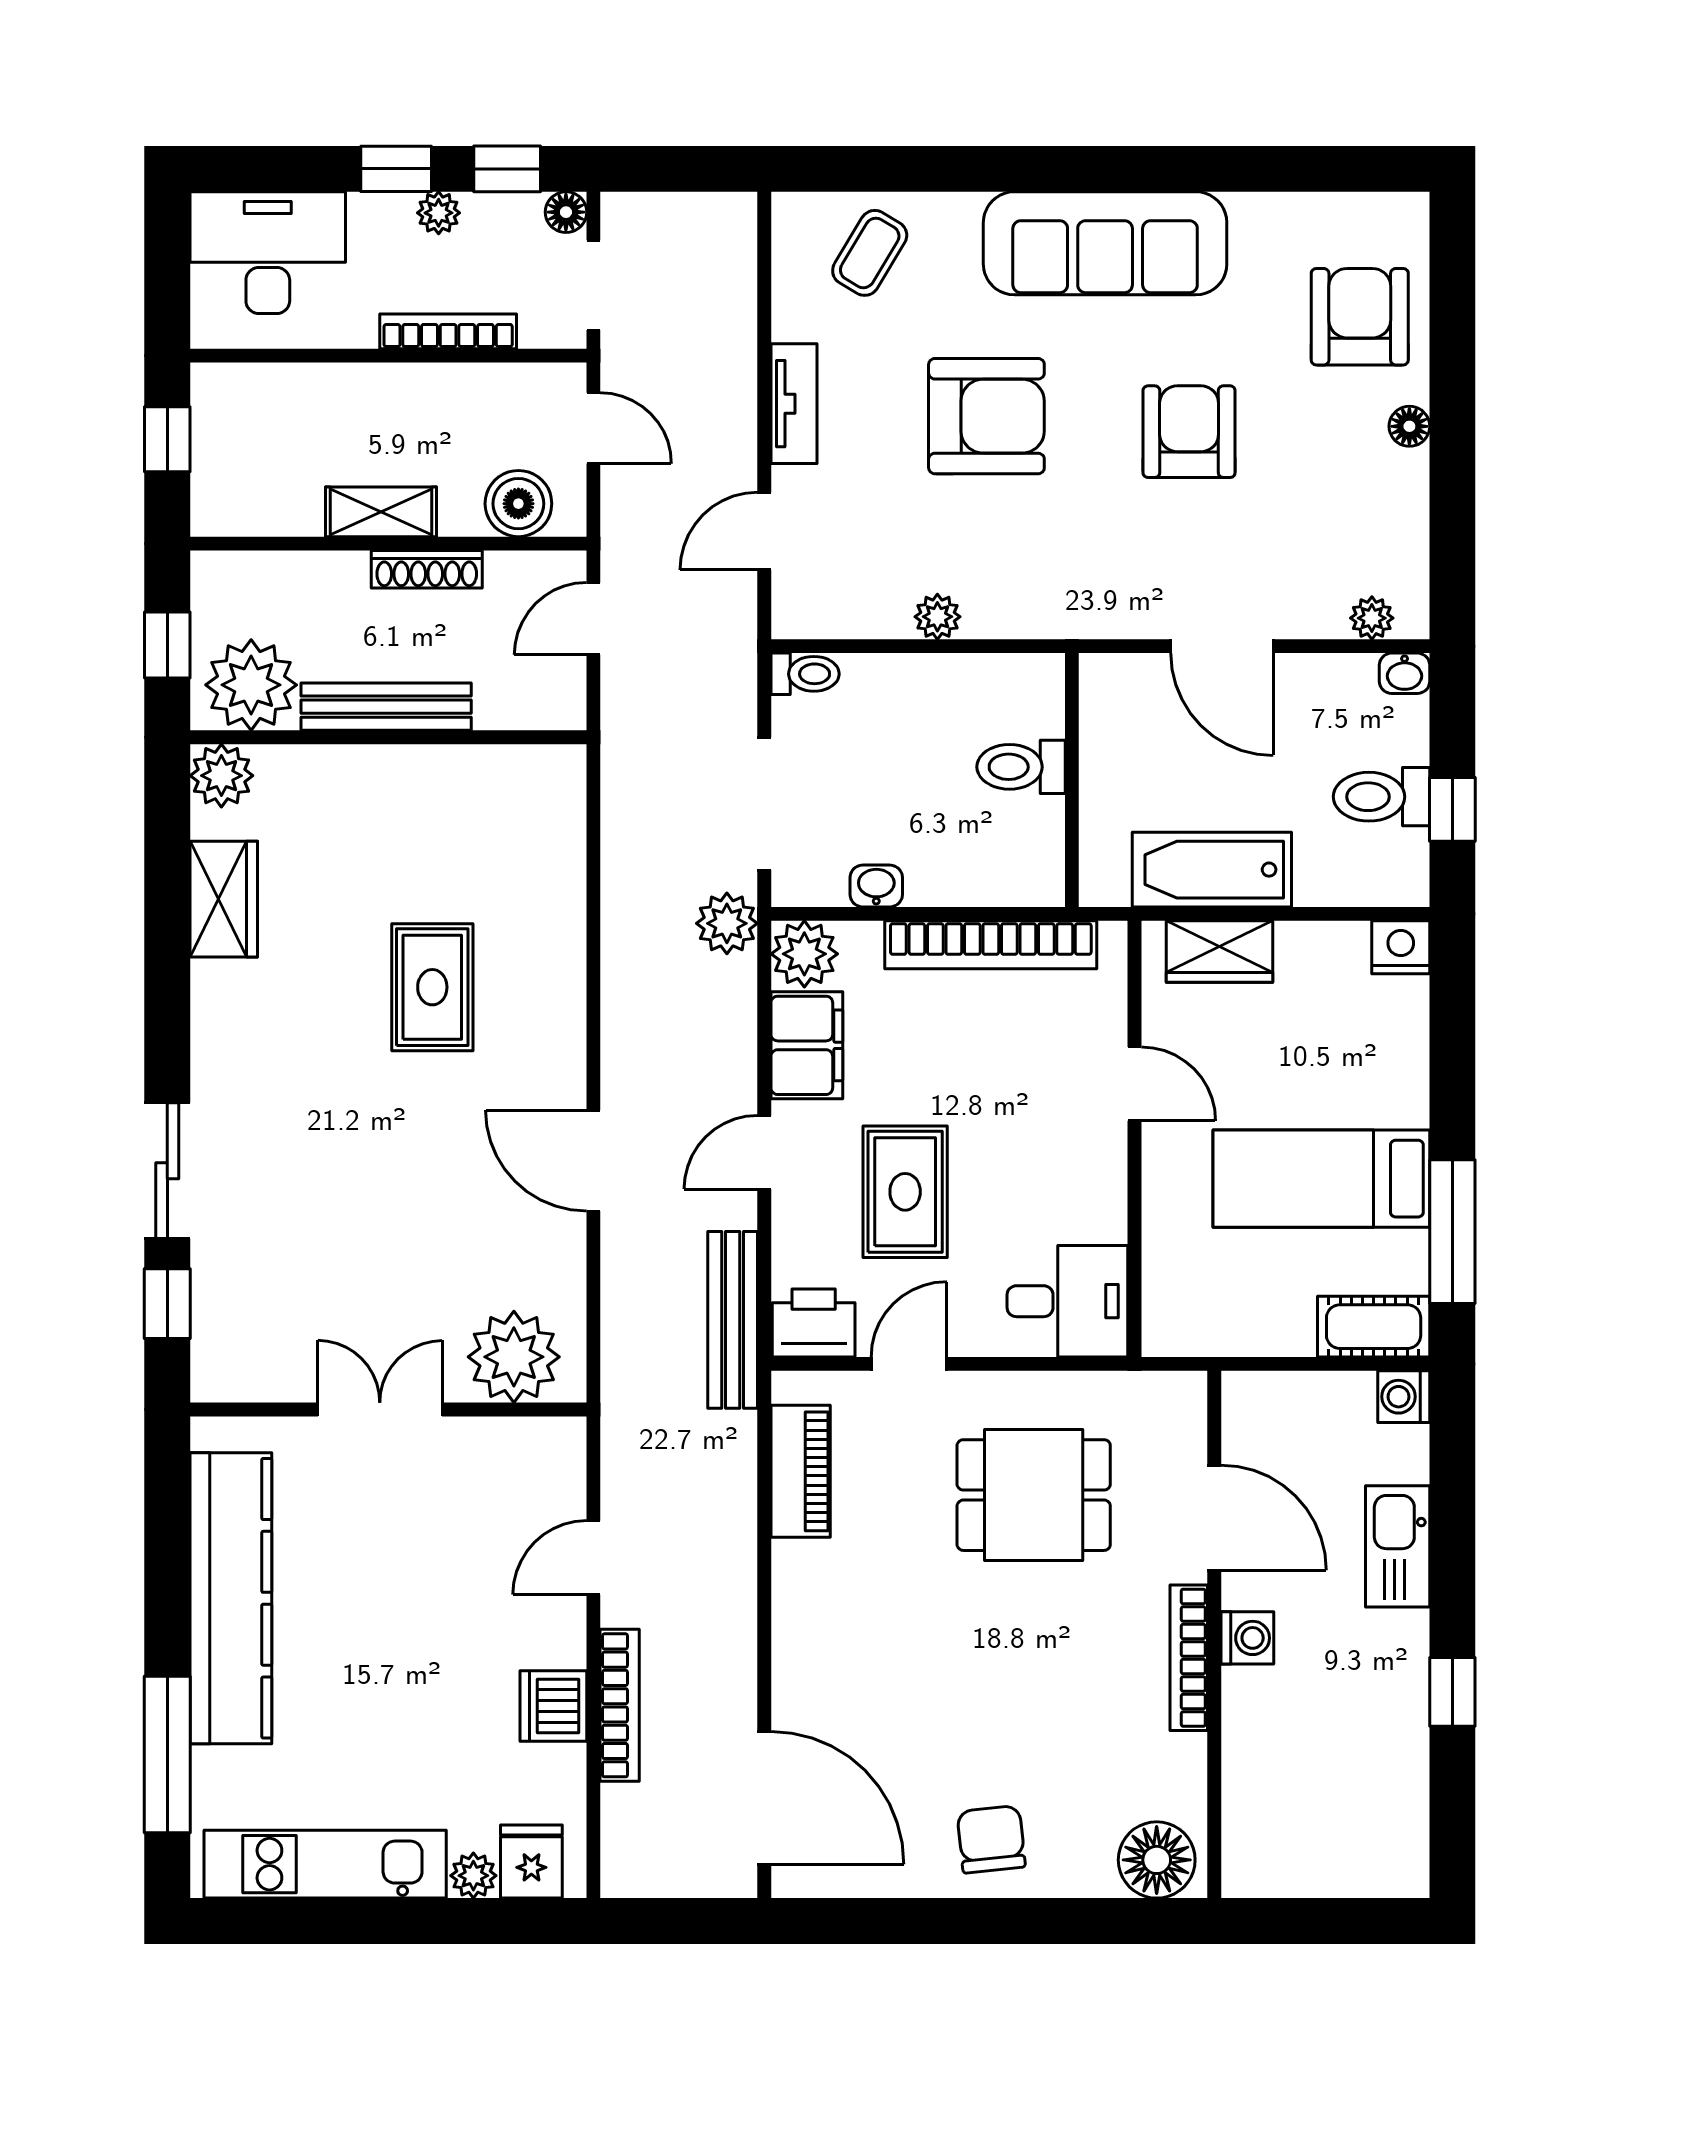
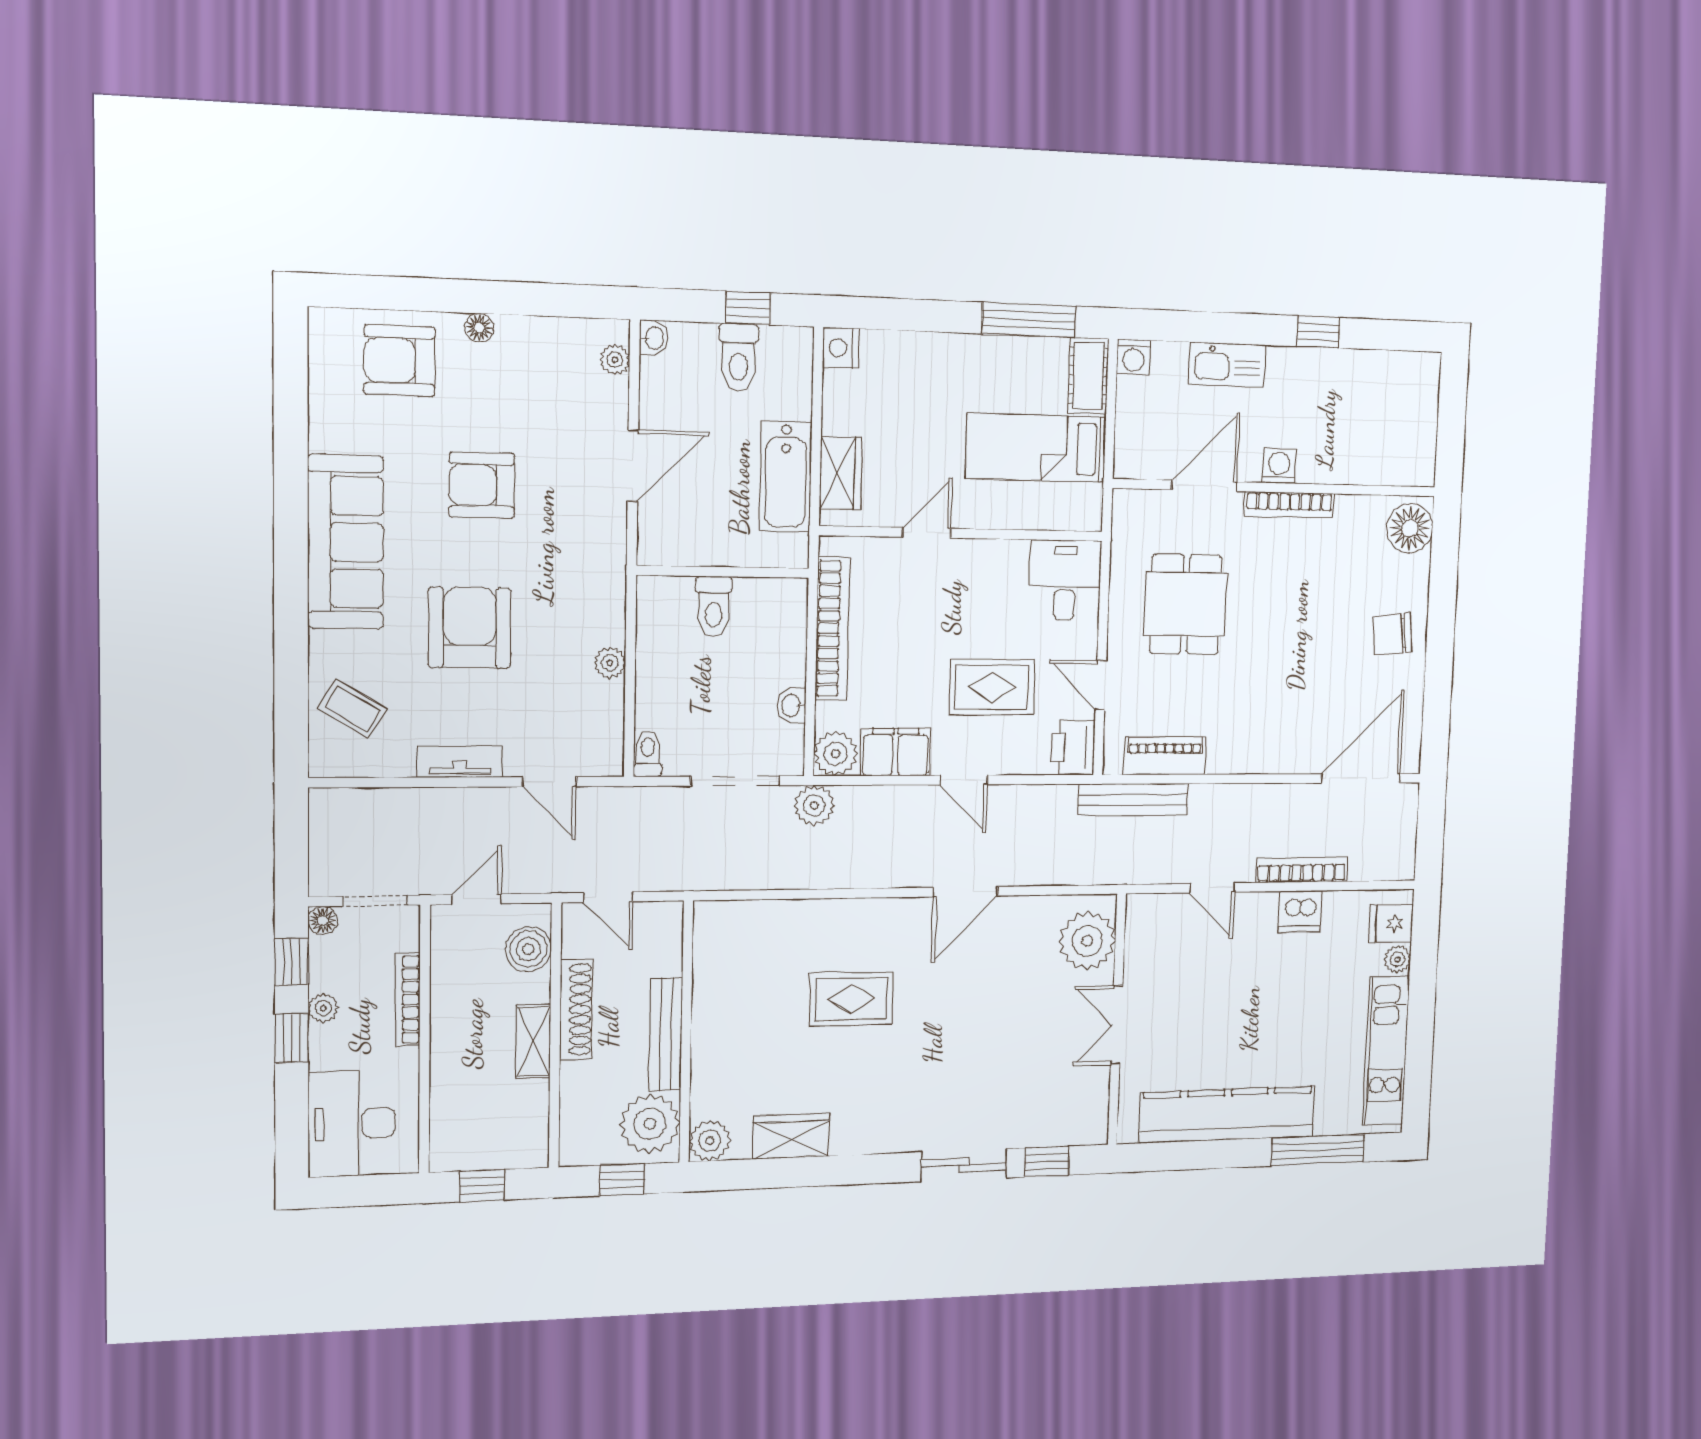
shoe rack: (427, 569) -> (576, 1010), width x1.36, depth x1.24
bed: (1321, 1179) -> (1036, 448), moved, turned 90
bench: (733, 1320) -> (1133, 800), moved

